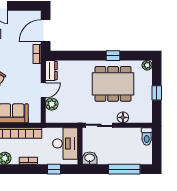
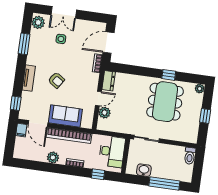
dining table: (113, 84) -> (165, 102), turned 90
floor lamp: (123, 117) -> (170, 135), removed
washbasin: (90, 158) -> (144, 170), moved

